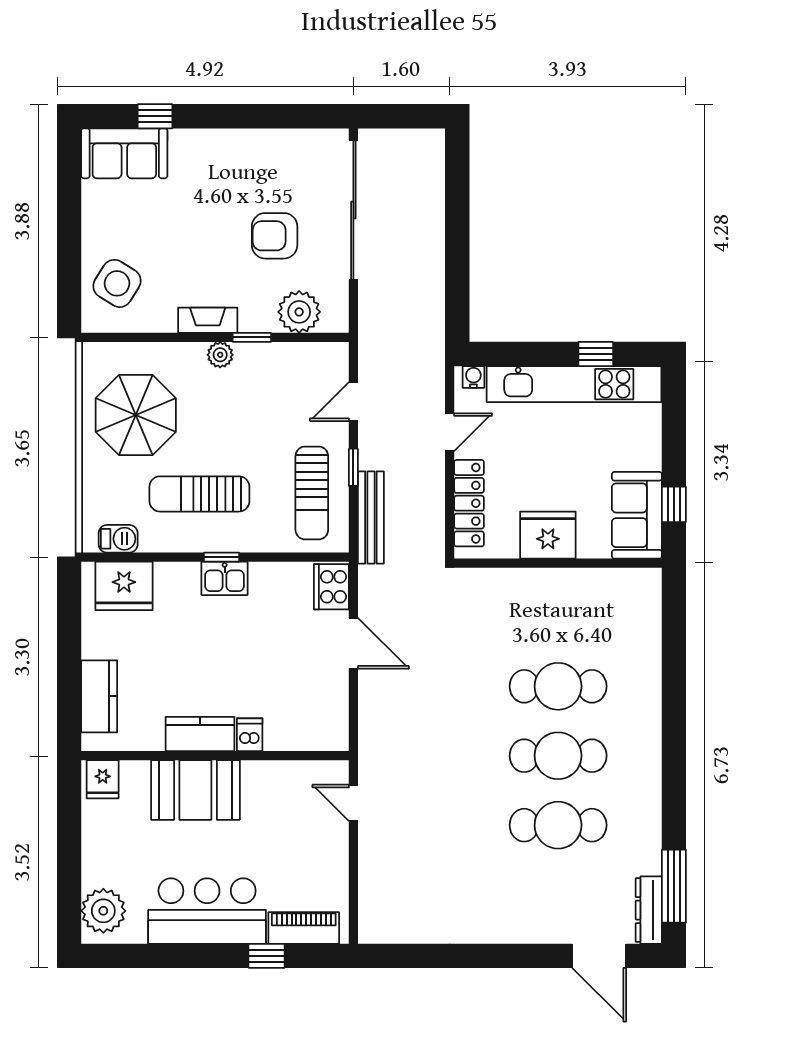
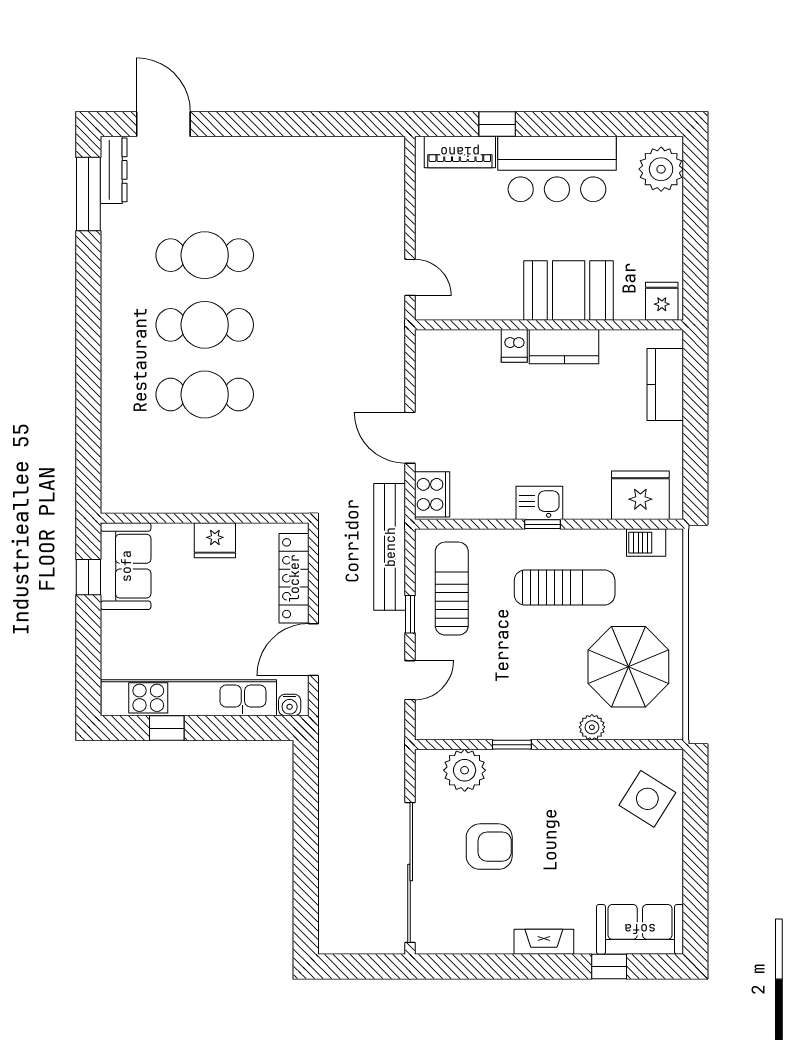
fireplace: (208, 320) -> (544, 942), moved, turned 180
plant: (220, 355) -> (592, 727), moved
door: (450, 432) -> (313, 650), width x1.37
bench: (371, 518) -> (390, 547), width x1.37, depth x1.21
fridge: (548, 535) -> (215, 540), width x0.73, depth x0.75

